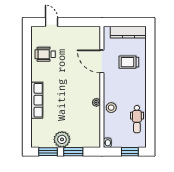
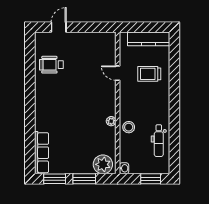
door: (51, 22) -> (59, 27), hinge flipped
door: (102, 61) -> (118, 73), width x0.53
row of seats: (37, 100) -> (42, 153), moved
plant: (62, 139) -> (103, 164), moved

